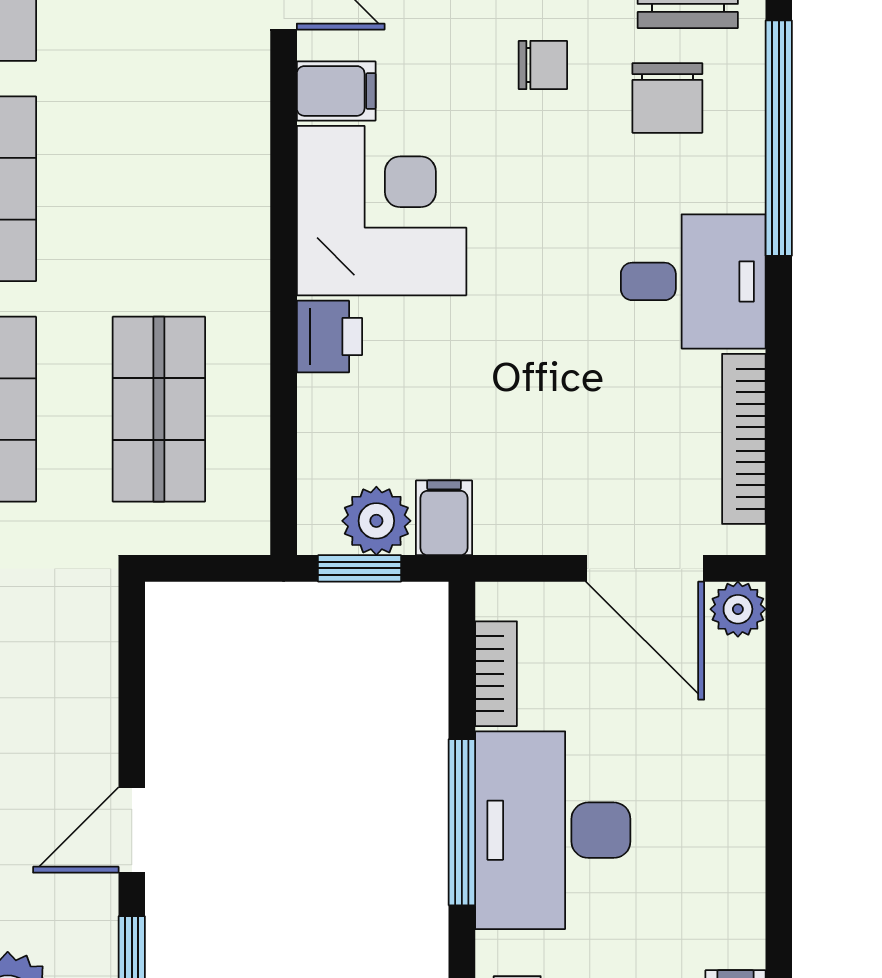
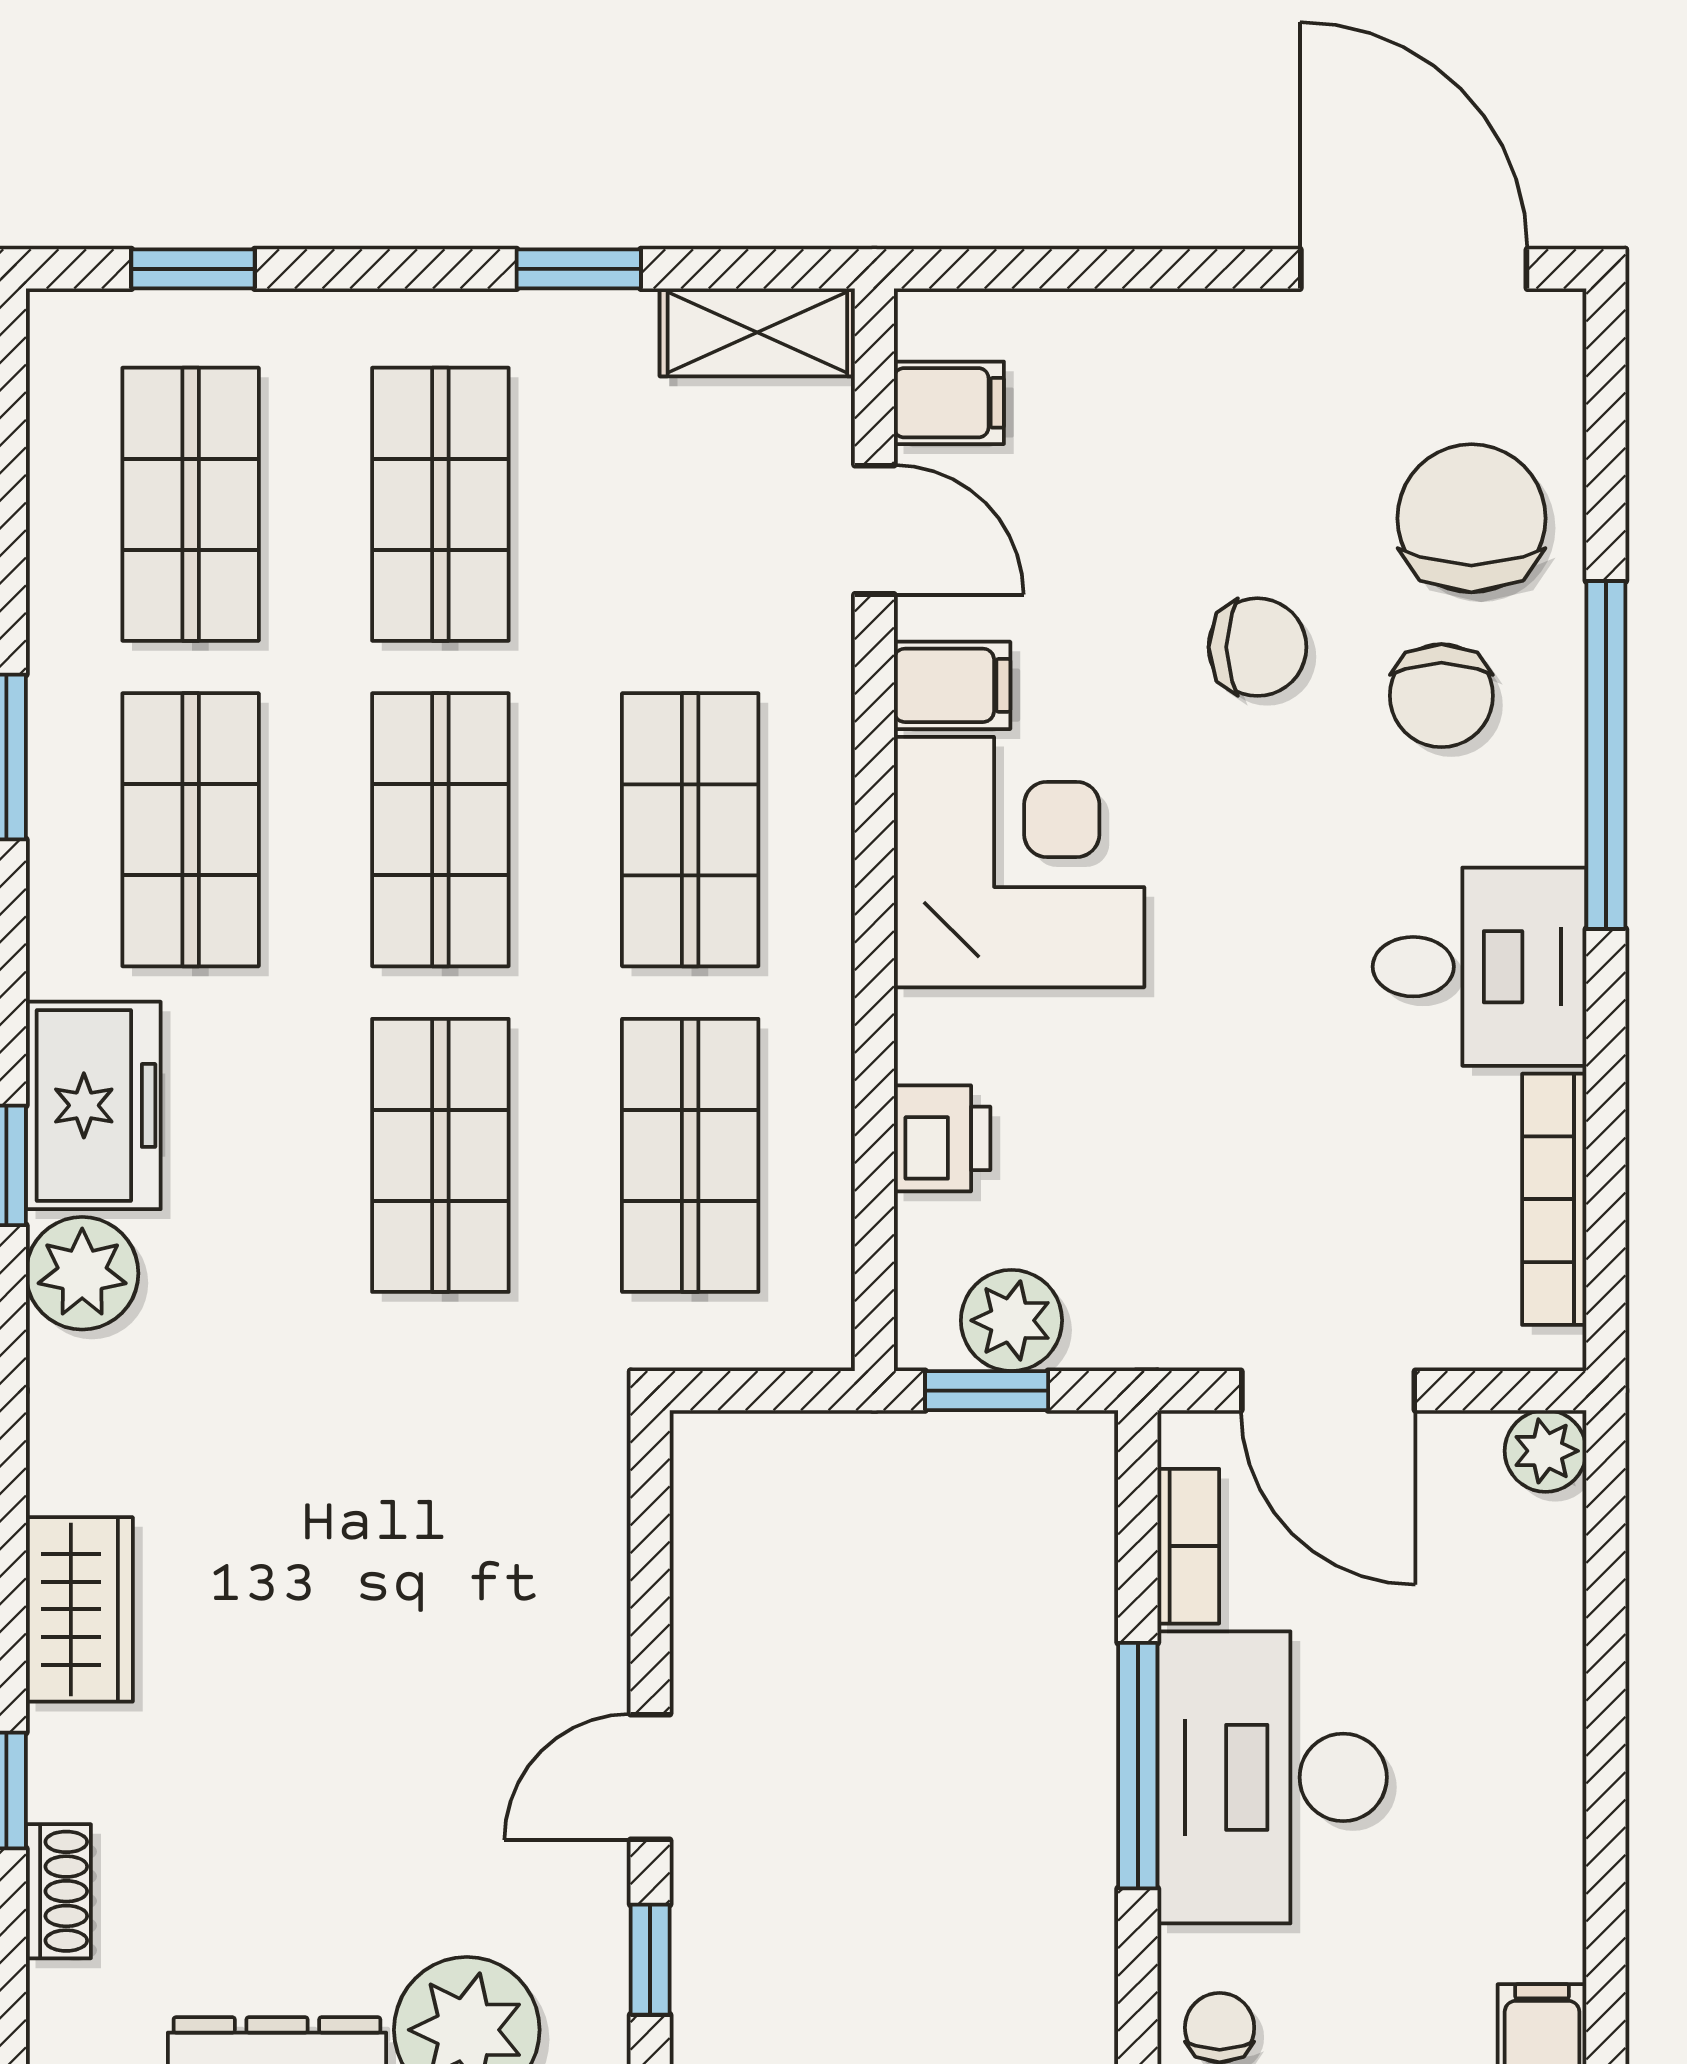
chair: (543, 65) -> (1257, 647), width x1.37, depth x1.37
shop shelf: (159, 189) -> (690, 830), added
printer: (329, 337) -> (942, 1138), moved
filing cabinet: (444, 518) -> (1111, 1316), removed
door: (645, 568) -> (1328, 1391), moved

